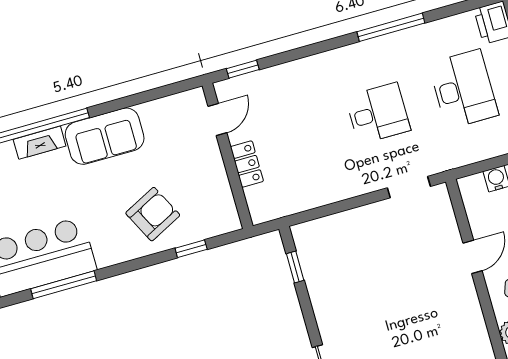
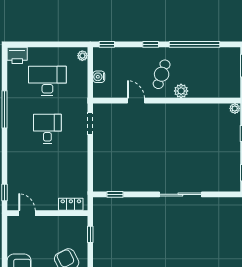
locker: (247, 164) -> (71, 204), moved
window: (191, 249) -> (90, 234), moved

